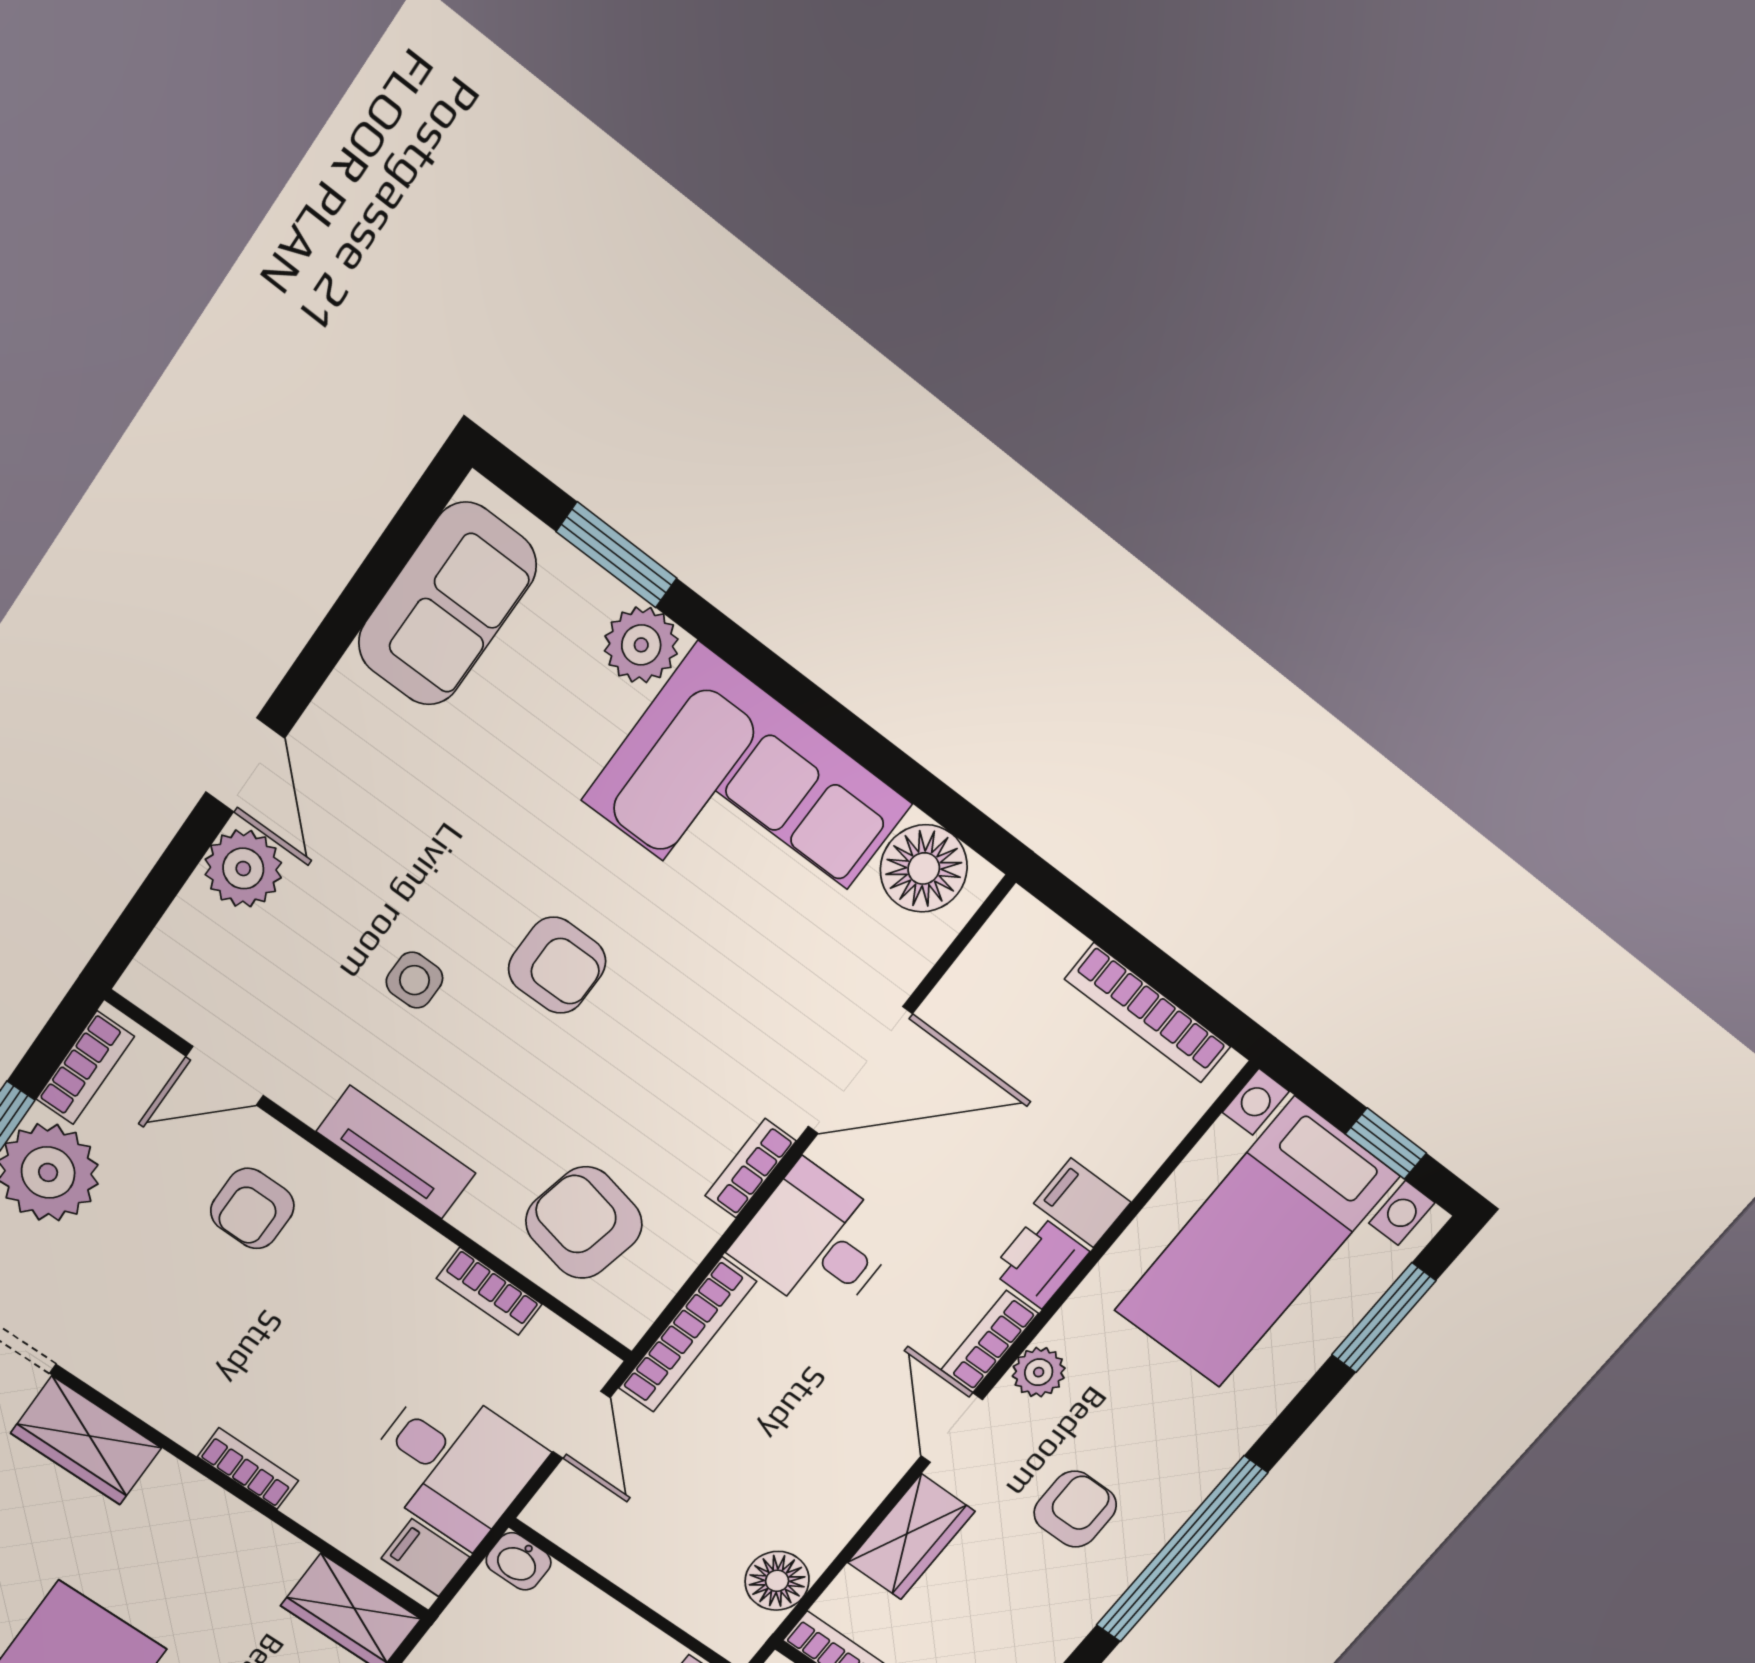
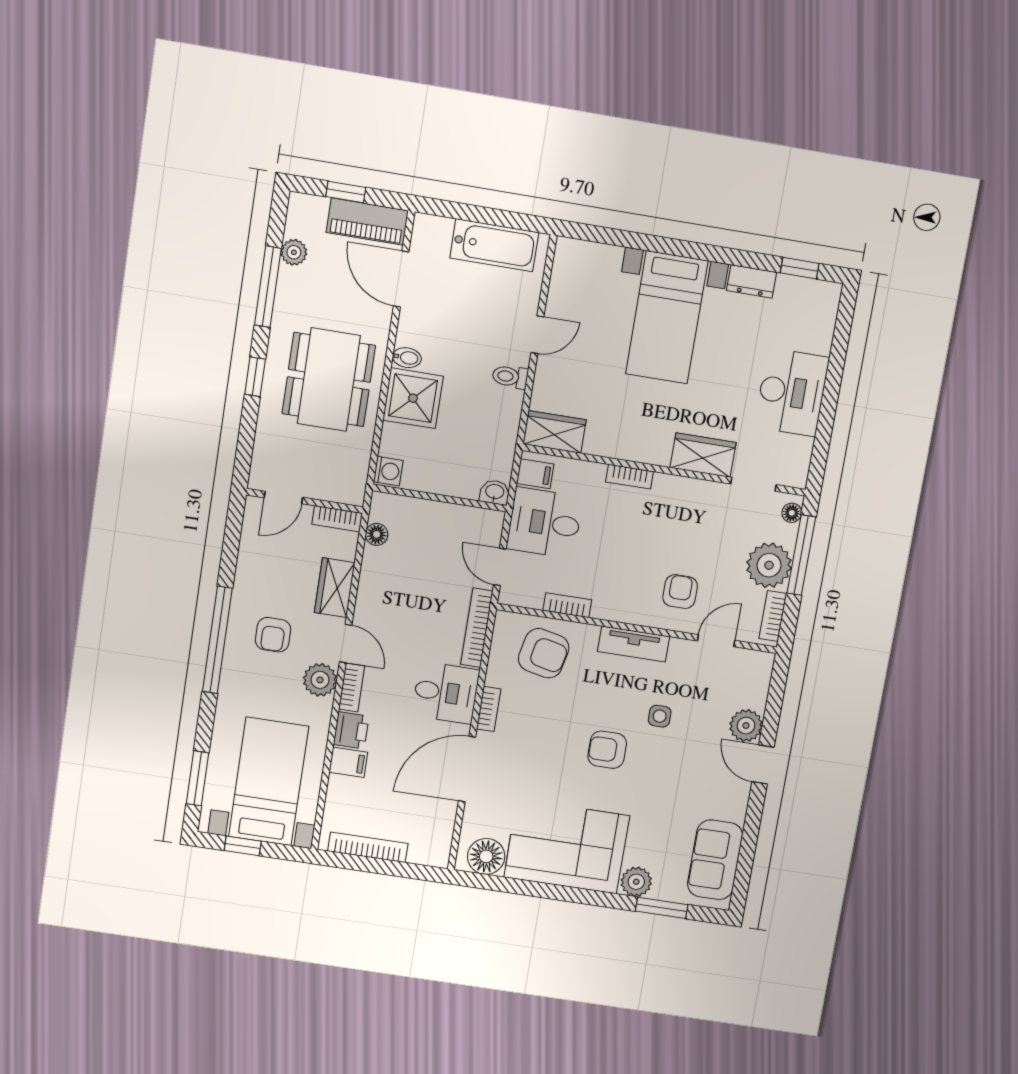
plant: (1039, 1372) -> (320, 680), width x1.38, depth x1.38
floor lamp: (777, 1581) -> (377, 534), width x0.73, depth x0.73

